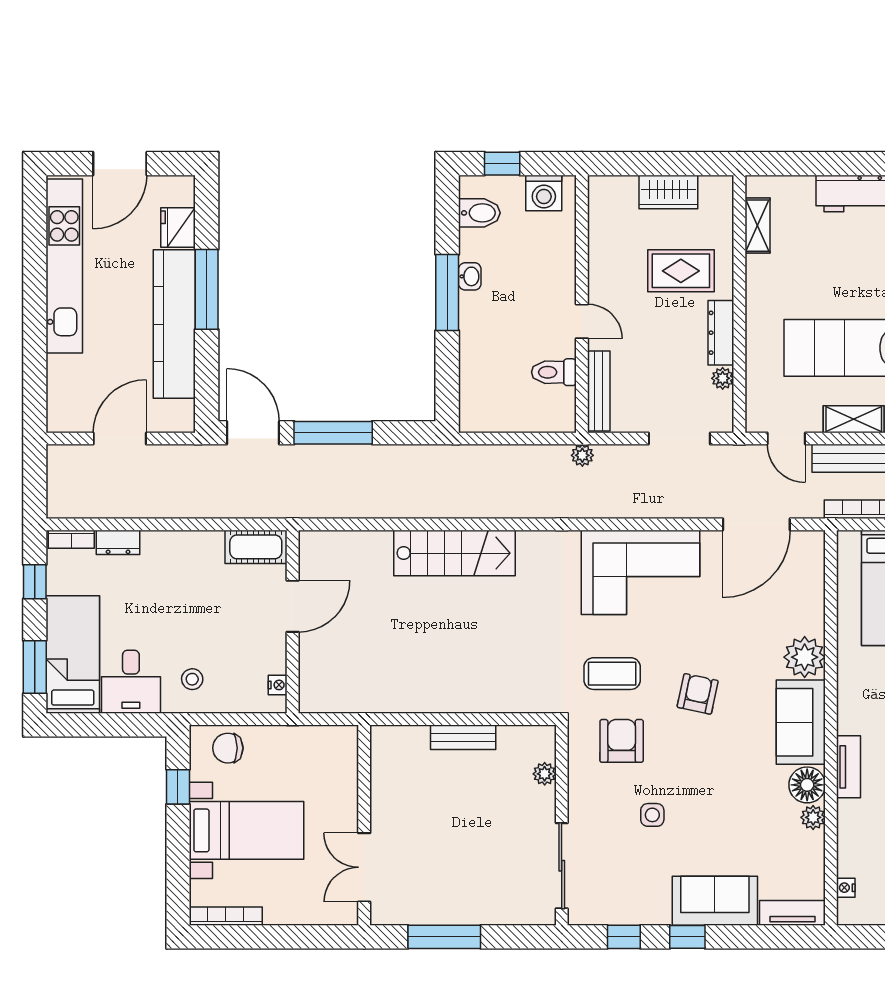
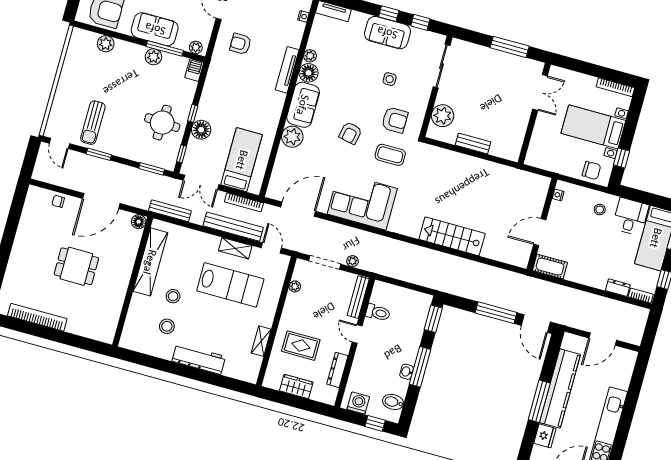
shelving: (757, 226) -> (261, 341), moved
dresser: (721, 333) -> (337, 370), moved, turned 180
window: (447, 389) -> (433, 319), added
plant: (582, 455) -> (353, 261), moved
armchair: (622, 741) -> (395, 120), turned -90
tv unit: (849, 767) -> (287, 70), width x1.41
plant: (545, 774) -> (443, 116), width x1.88, depth x1.88
sofa: (715, 901) -> (387, 33), moved

